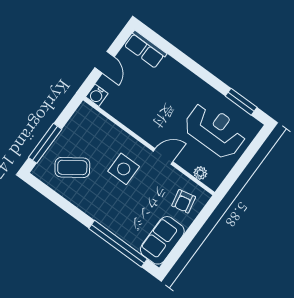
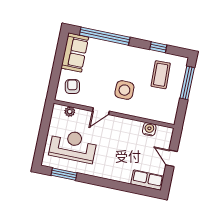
water cooler: (97, 95) -> (149, 129), moved
reception desk: (215, 130) -> (73, 146), turned 180
coffee table: (72, 167) -> (161, 75), turned -57
window: (60, 201) -> (158, 47), added

